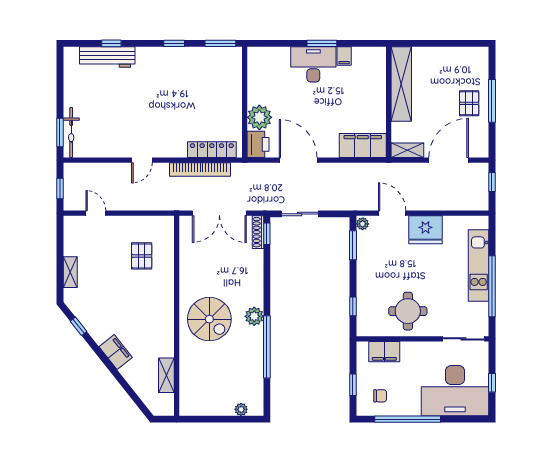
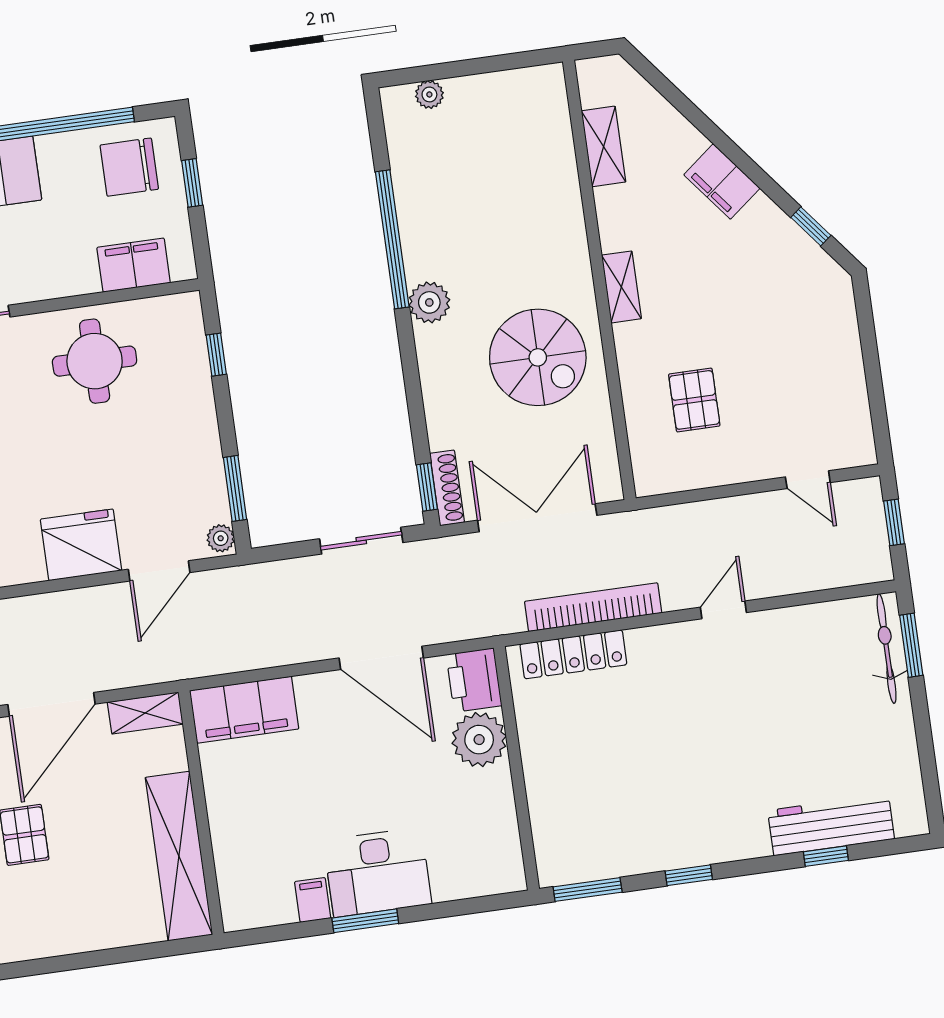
door: (392, 213) -> (159, 571), hinge flipped
shelving: (70, 272) -> (621, 287), moved
spiral stairs: (209, 319) -> (538, 357), moved, turned 180
chair: (380, 396) -> (129, 167), width x1.87, depth x1.87

